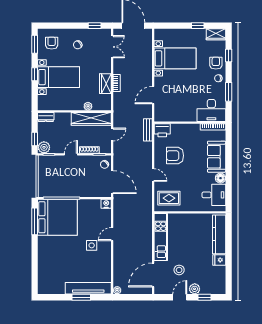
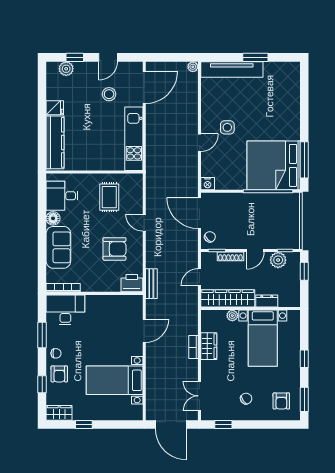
bed with nightstands: (59, 77) -> (263, 338), moved, turned -90
dresser: (46, 117) -> (267, 301), moved
plant: (44, 147) -> (278, 260), moved
rug: (169, 198) -> (109, 197), moved, turned 90
plant: (195, 289) -> (66, 69), moved
window: (81, 297) -> (255, 57), moved

